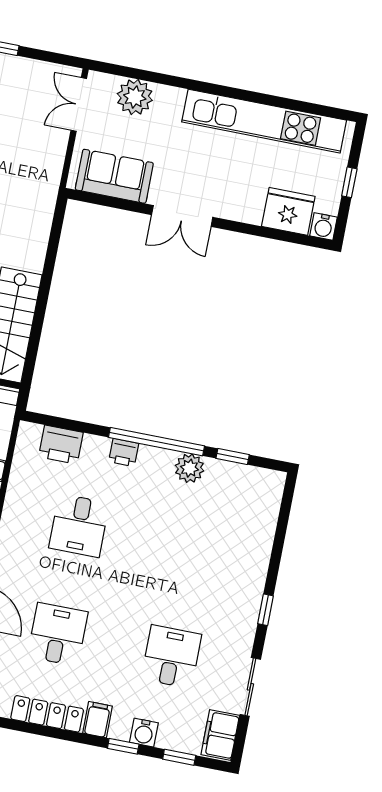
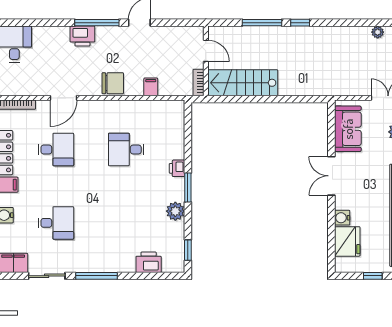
water cooler: (323, 226) -> (342, 218), moved
window: (157, 442) -> (188, 187), width x0.47
printer: (61, 445) -> (149, 262), moved, turned 90
window: (233, 457) -> (188, 250), moved
window: (265, 610) -> (97, 276), width x2.17

